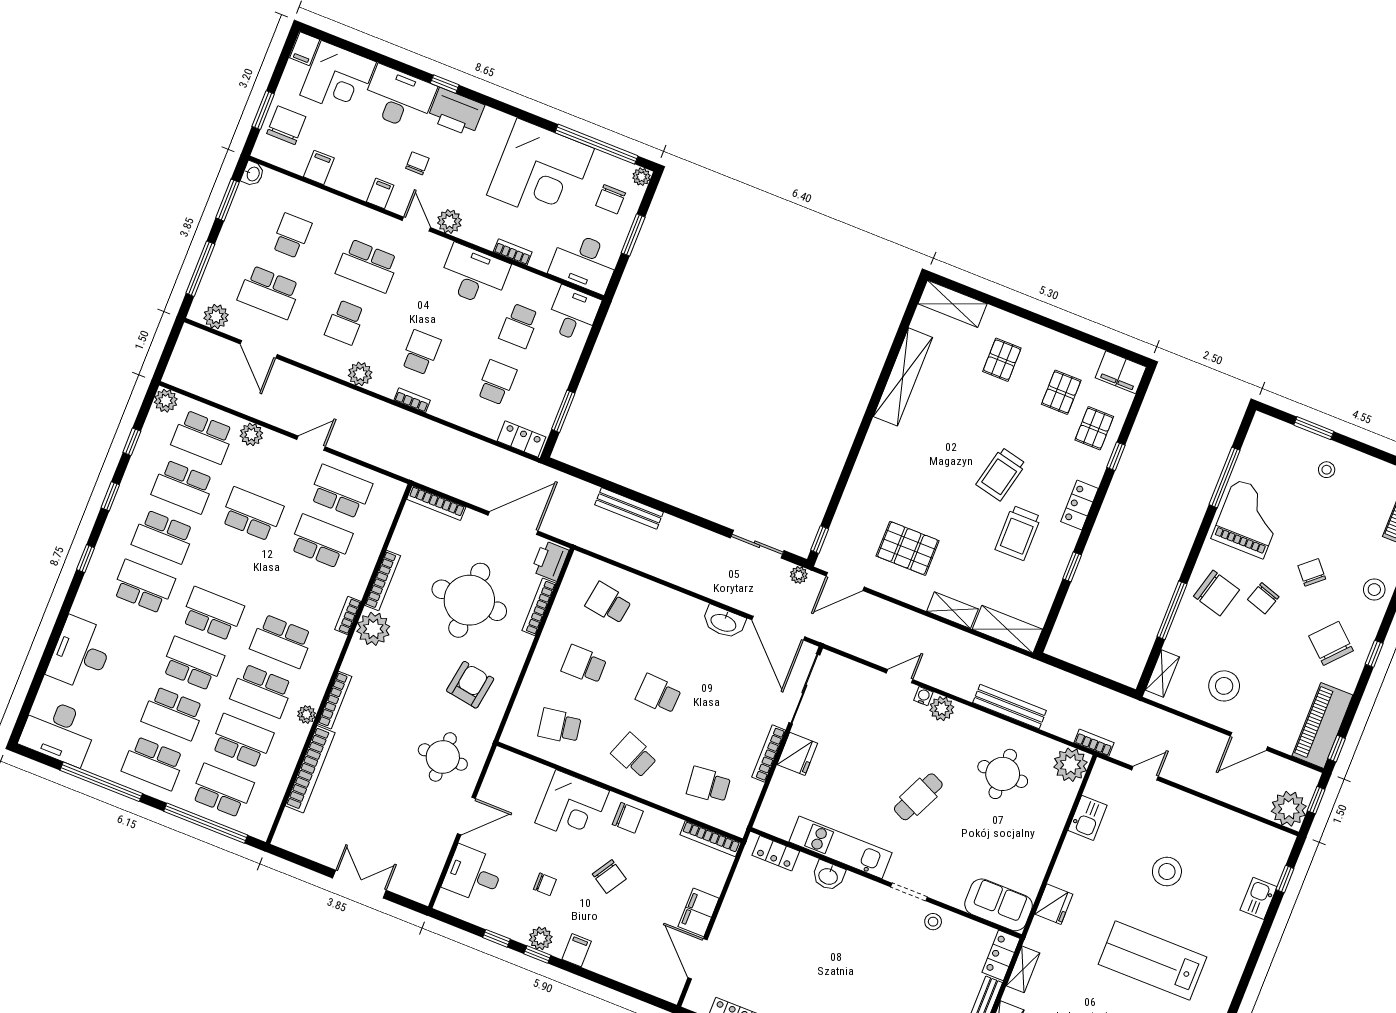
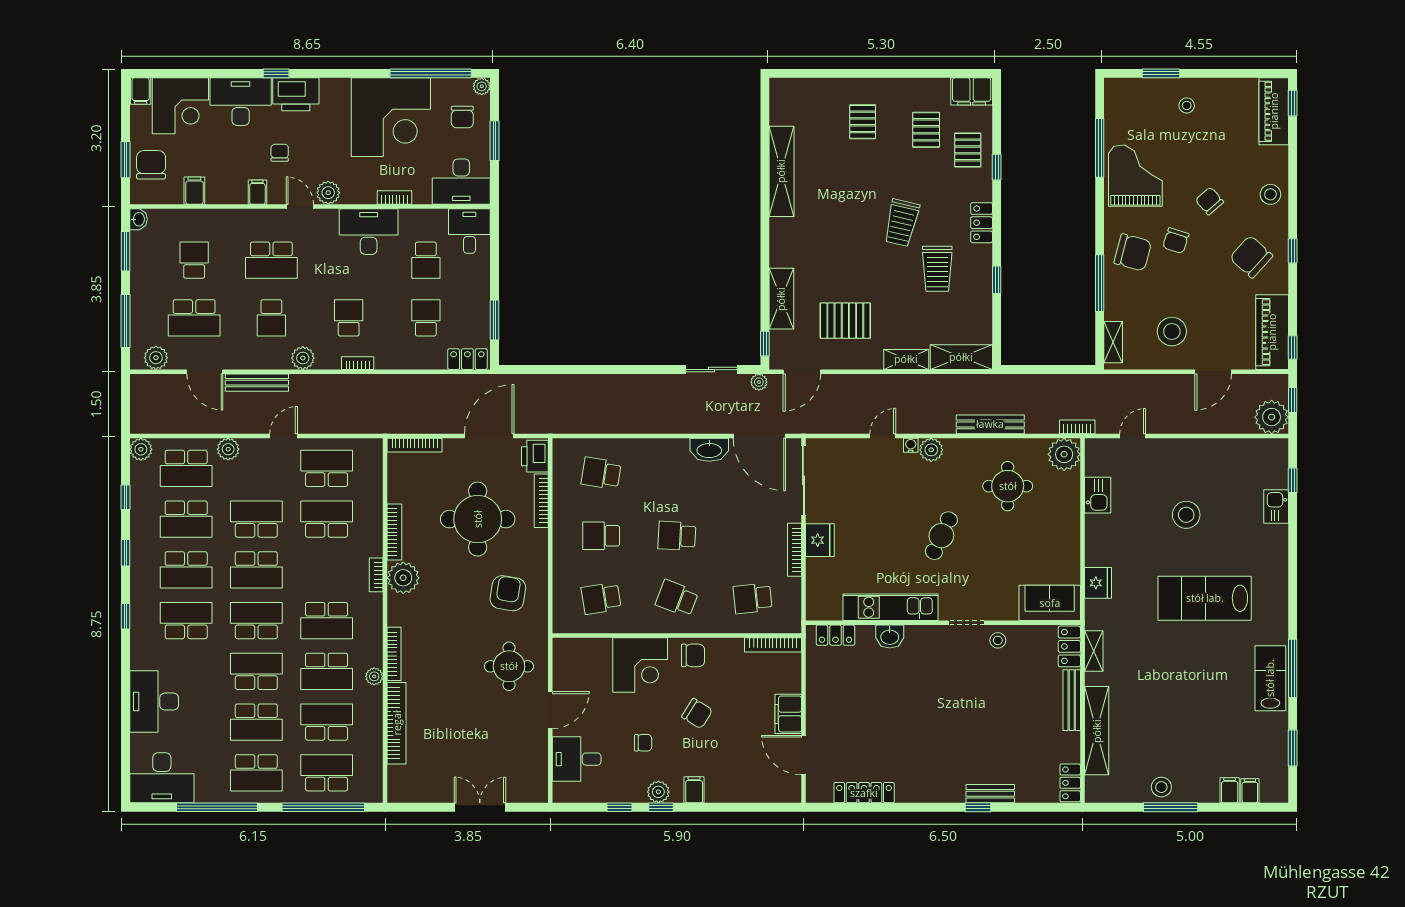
shelving: (952, 304) -> (781, 299), moved, turned 90
bench: (629, 508) -> (257, 383), moved
school desk: (232, 564) -> (256, 570), added

